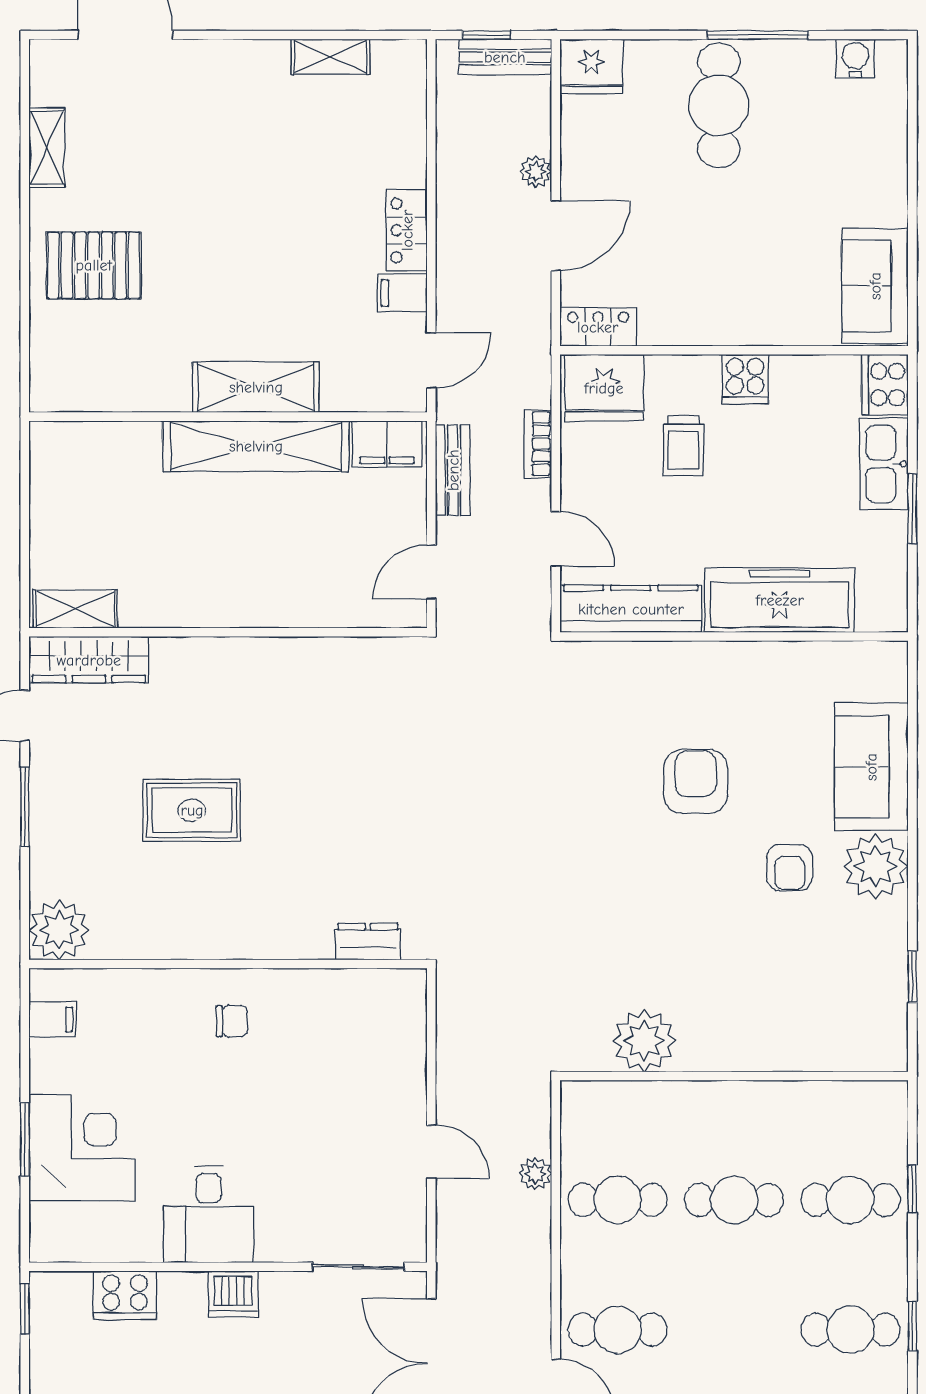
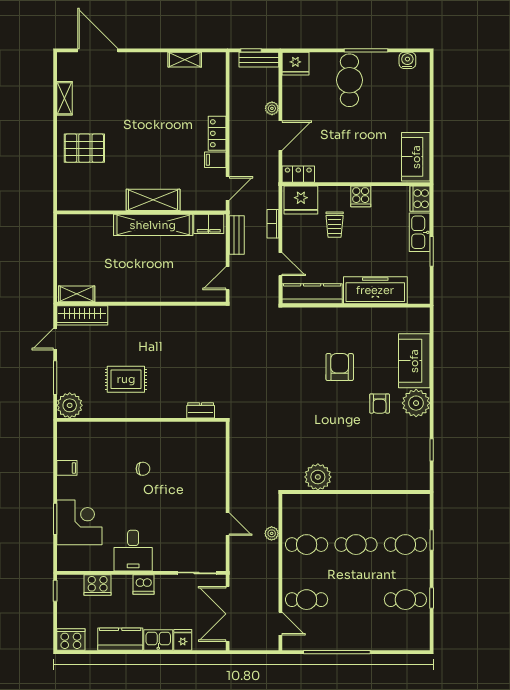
plant: (59, 930) -> (70, 405), moved
dresser: (368, 942) -> (201, 410), moved
wall: (228, 964) -> (141, 420), moved

